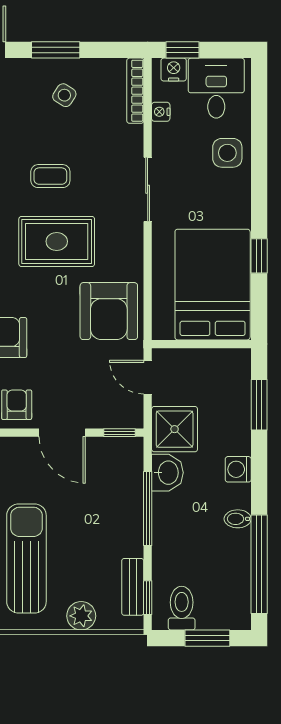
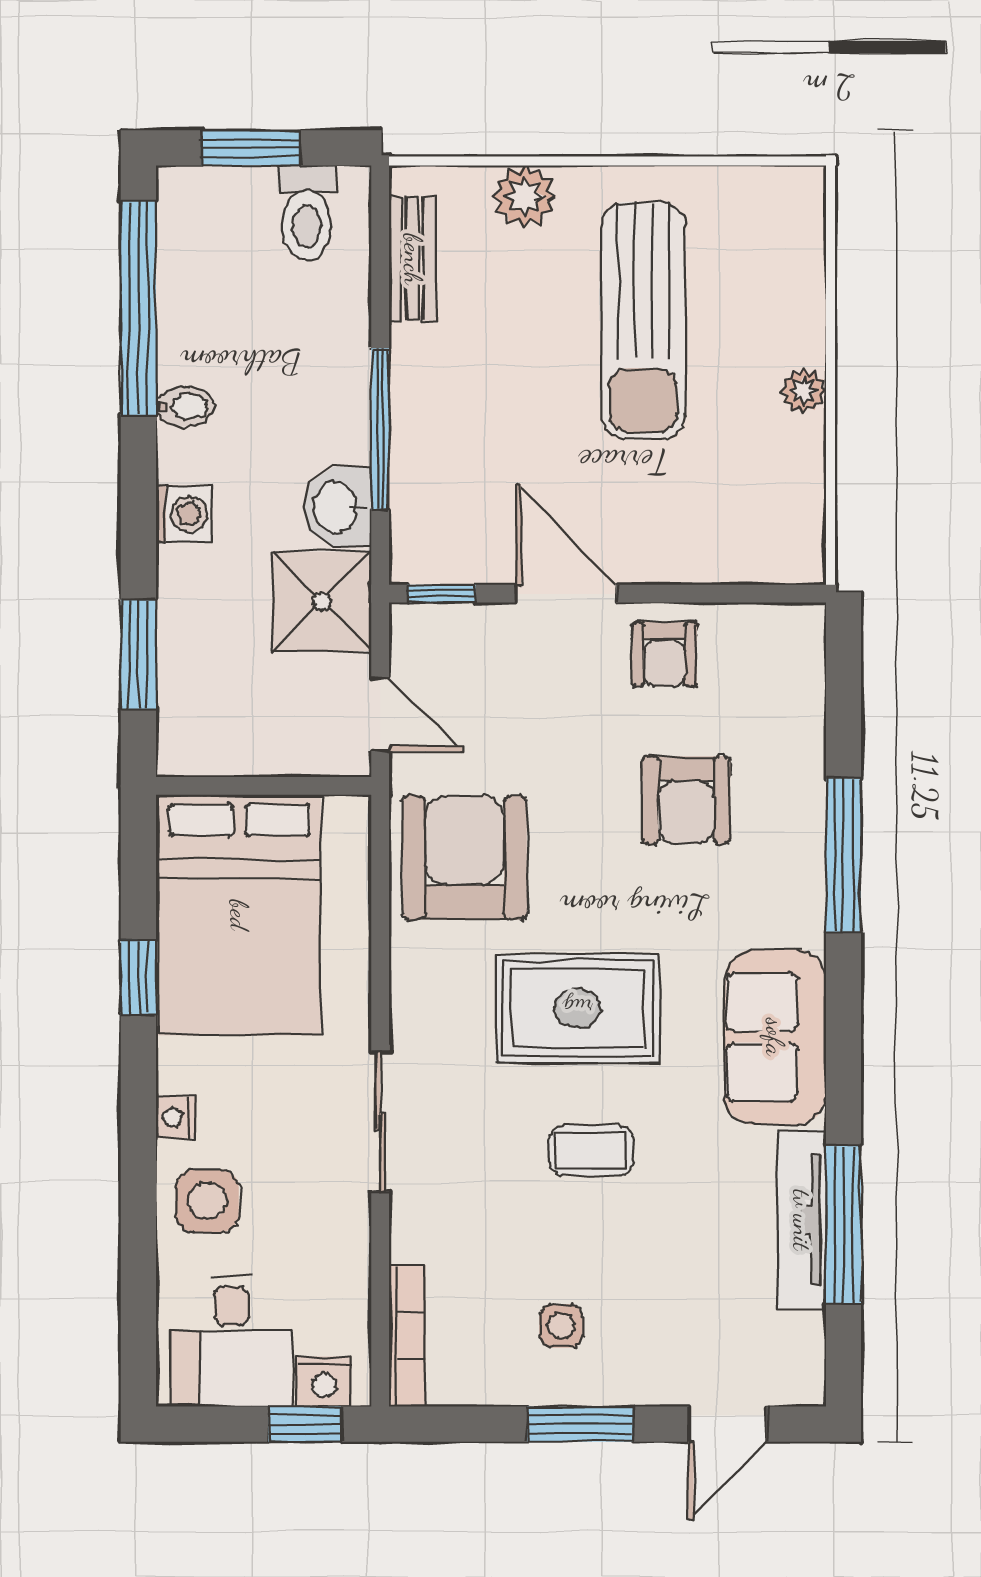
side table: (64, 95) -> (561, 1326), turned -33
nightstand: (161, 112) -> (175, 1117), moved, turned 180
window: (148, 598) -> (380, 236), removed

